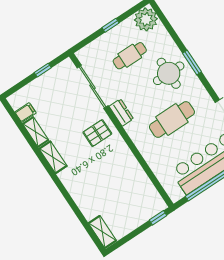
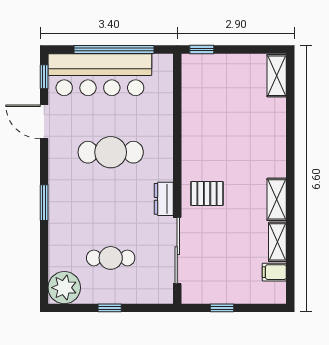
round table: (169, 73) -> (79, 208), removed

